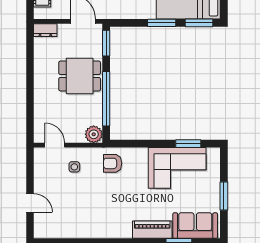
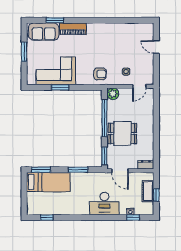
window: (162, 23) -> (78, 170), moved
window: (188, 144) -> (60, 87), moved
door: (55, 145) -> (139, 86), hinge flipped

